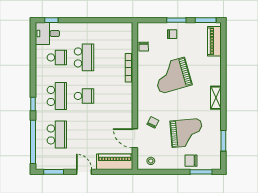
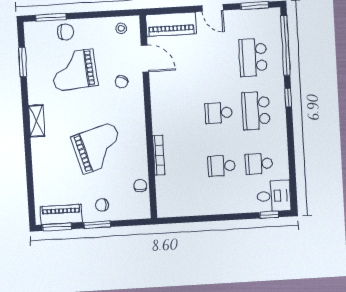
piano: (214, 41) -> (61, 214), moved, turned -90
school desk: (84, 57) -> (222, 166), width x0.54

